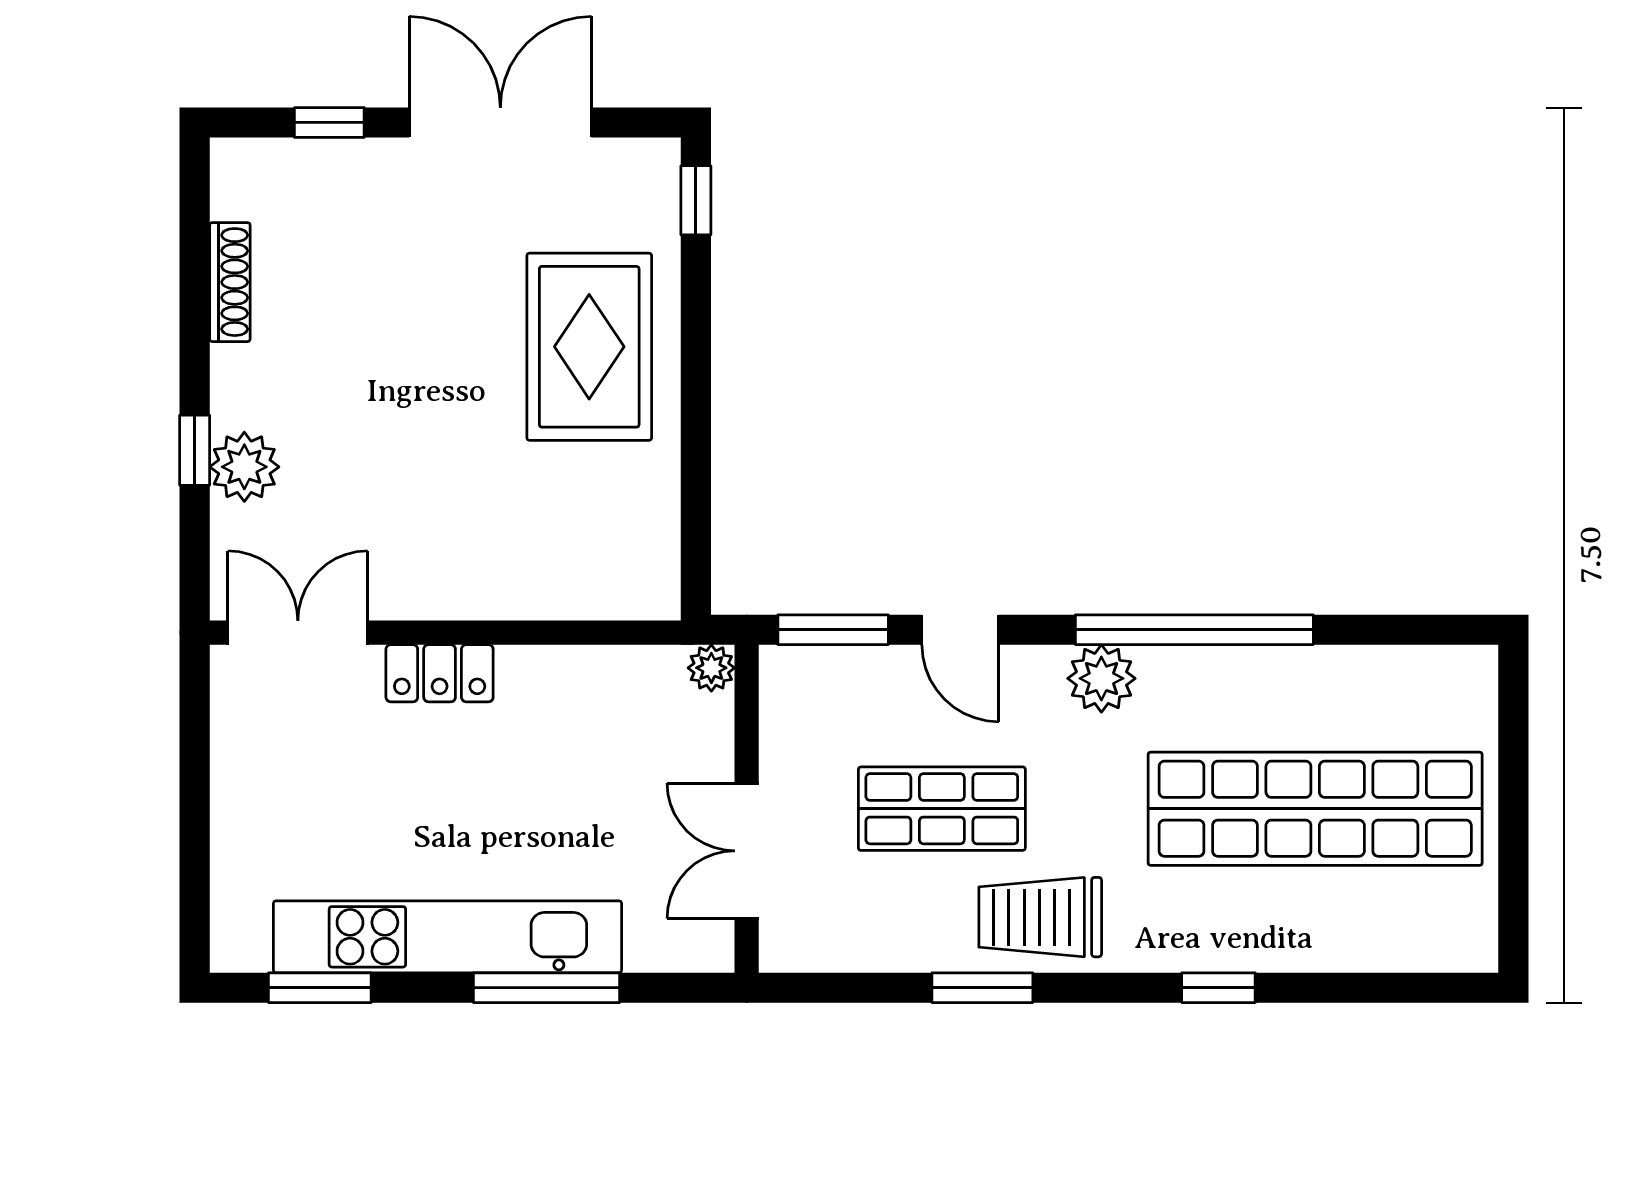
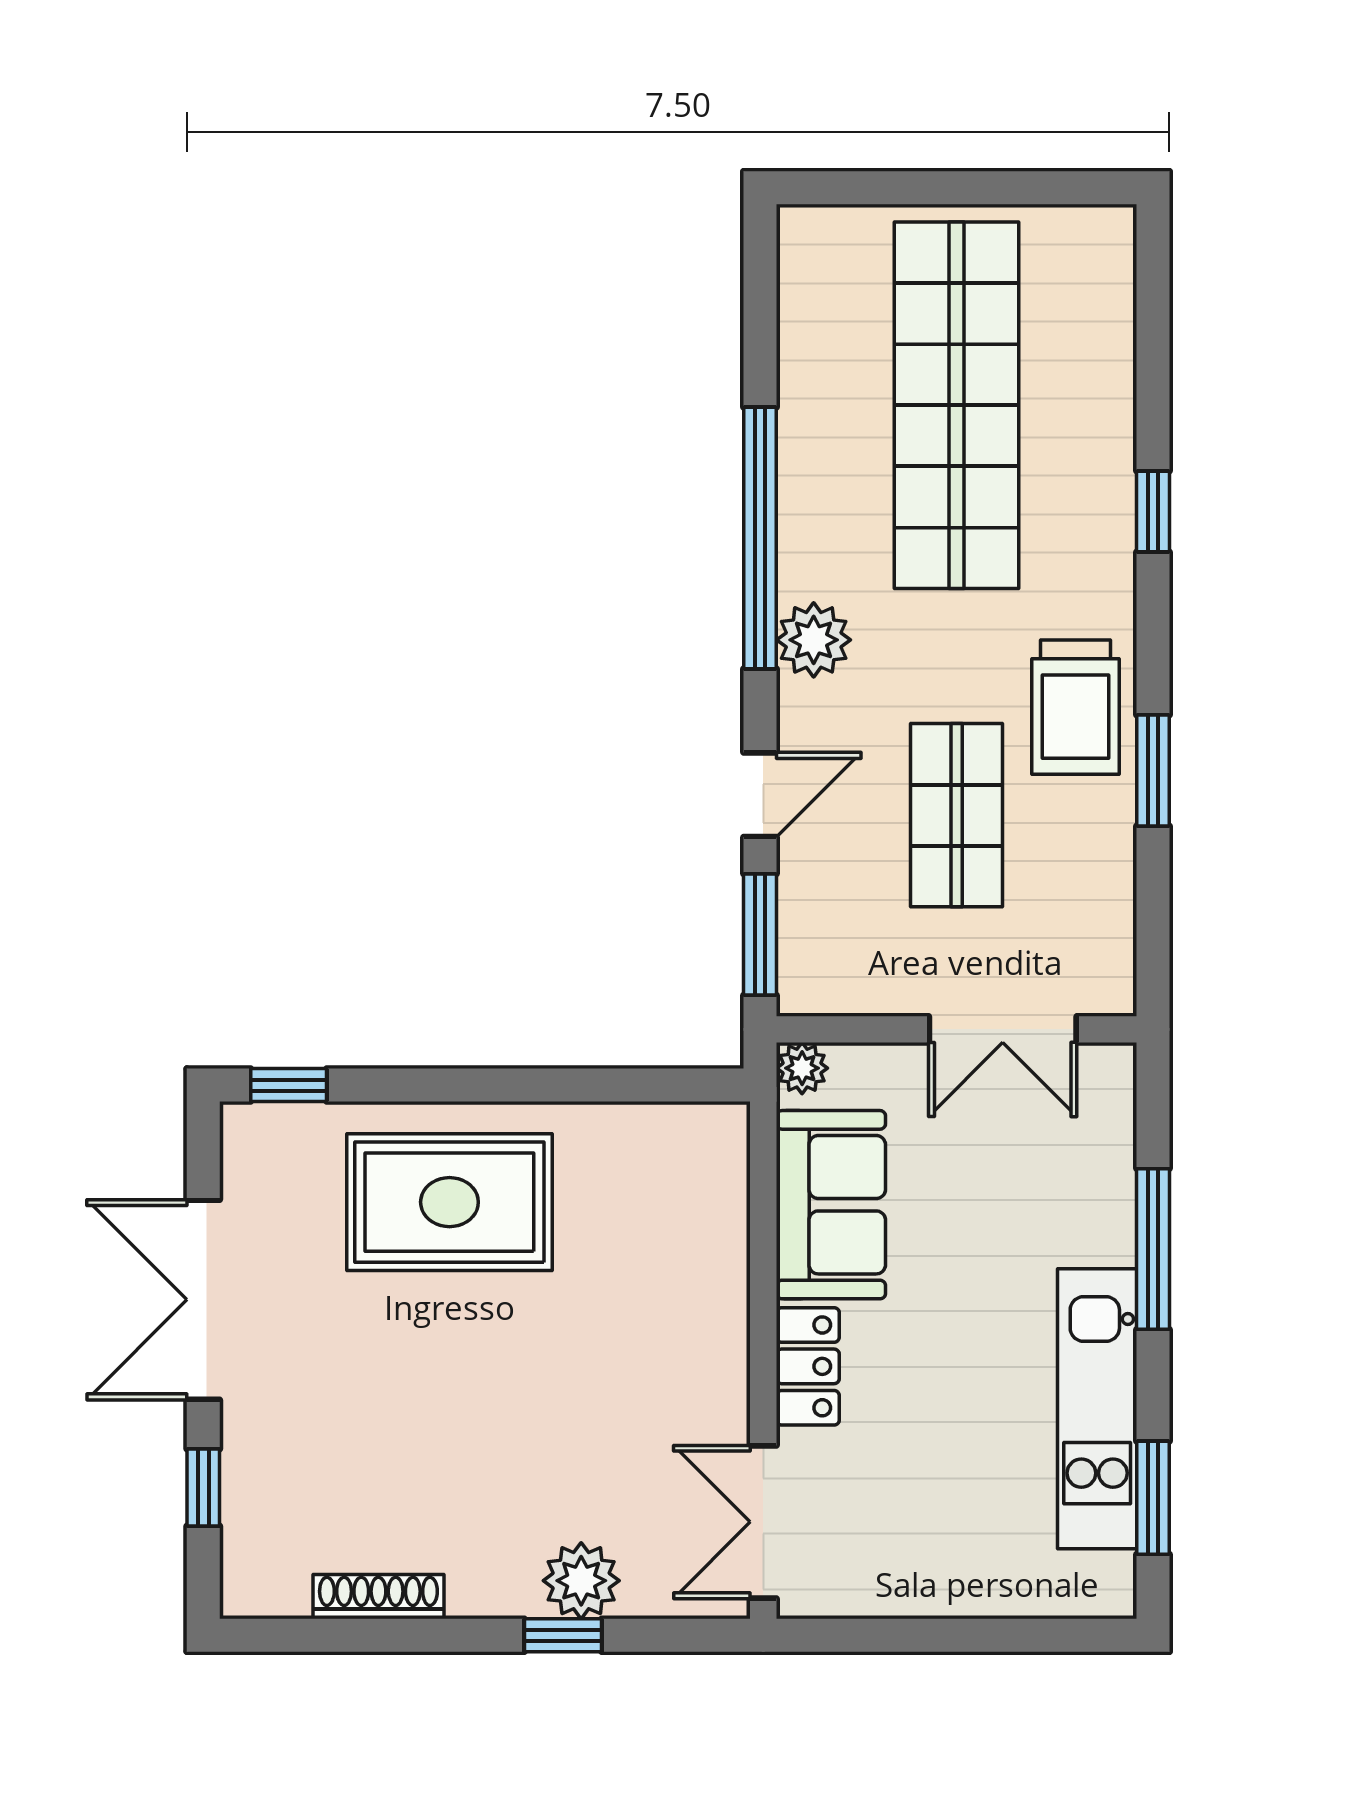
sofa: (587, 694) -> (831, 1205), added
kitchen unit: (447, 937) -> (1097, 1409), width x0.73

